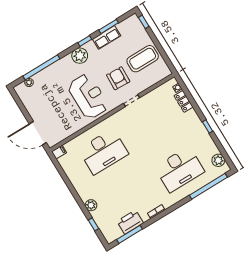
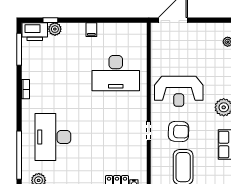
filing cabinet: (59, 152) -> (91, 30), moved
desk: (103, 152) -> (116, 73), turned -90
plant: (91, 205) -> (55, 29), moved
printer: (130, 222) -> (35, 32), moved, turned 90

